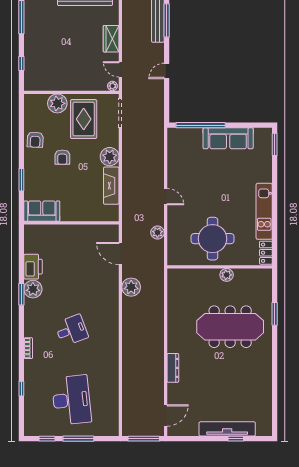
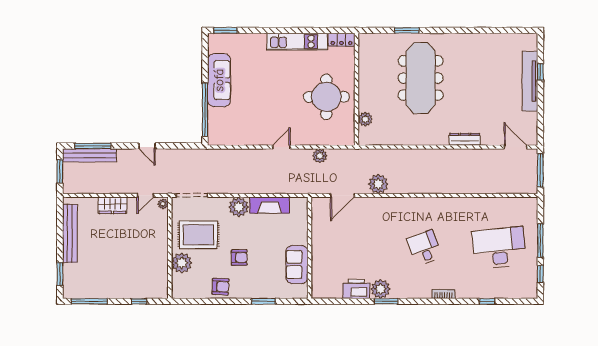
sofa: (42, 211) -> (297, 265), moved
plant: (227, 275) -> (365, 119), moved

